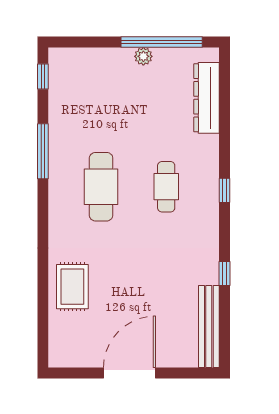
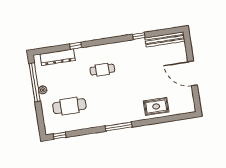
window: (43, 151) -> (119, 126), moved
cafe table: (101, 187) -> (69, 106), moved
window: (224, 190) -> (76, 46), moved

